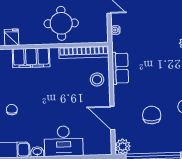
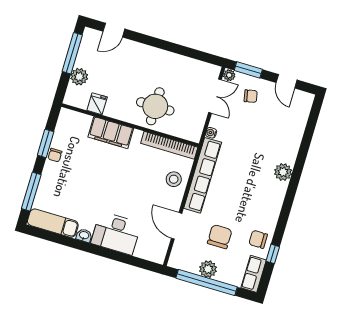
row of seats: (120, 68) -> (203, 175), width x2.02
chair: (12, 110) -> (72, 181), removed
plant: (123, 146) -> (208, 269), moved

